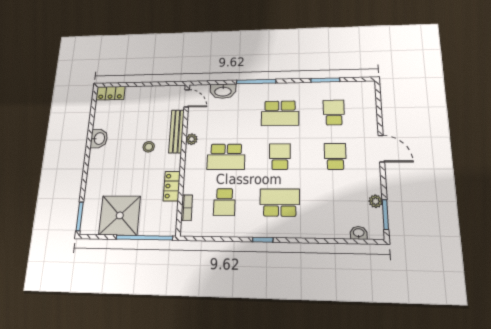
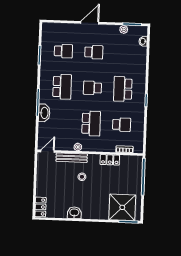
washbasin: (223, 91) -> (44, 113), moved
school desk: (334, 112) -> (63, 51), turned 180
school desk: (335, 156) -> (94, 52), turned 180
shower: (120, 215) -> (122, 207), moved

